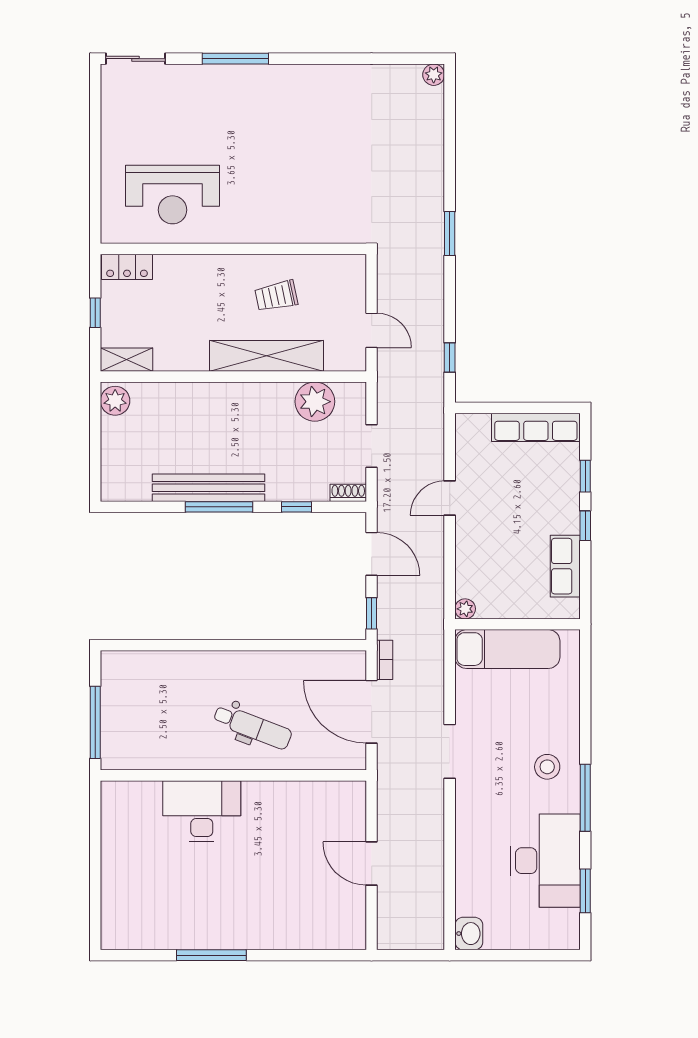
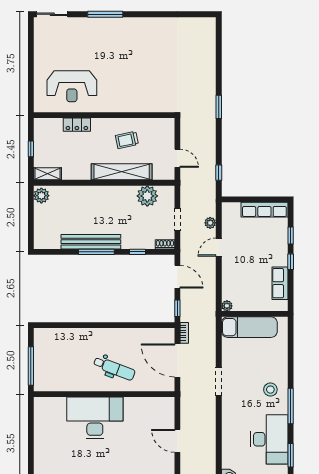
plant: (434, 75) -> (210, 223), moved
locker: (127, 267) -> (77, 125), moved
desk: (202, 811) -> (95, 418), width x1.36, depth x1.30

